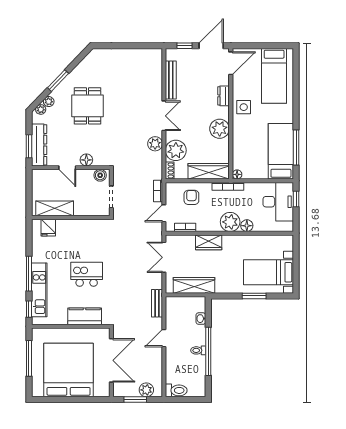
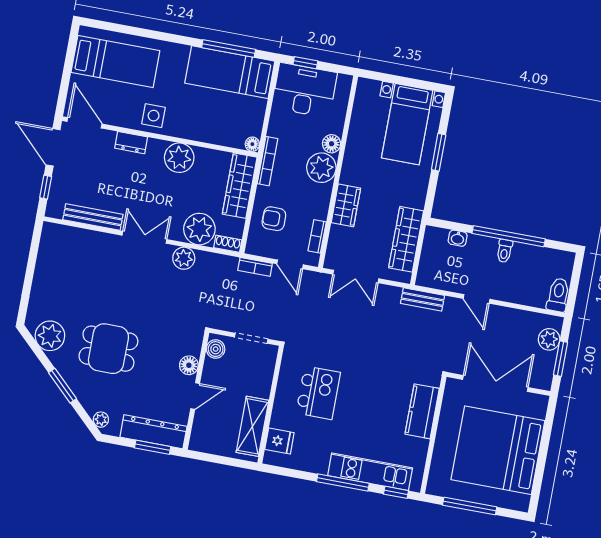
plant: (49, 102) -> (50, 336), moved, width x1.88, depth x1.88
kitchen island: (87, 274) -> (318, 393), moved, turned 180

